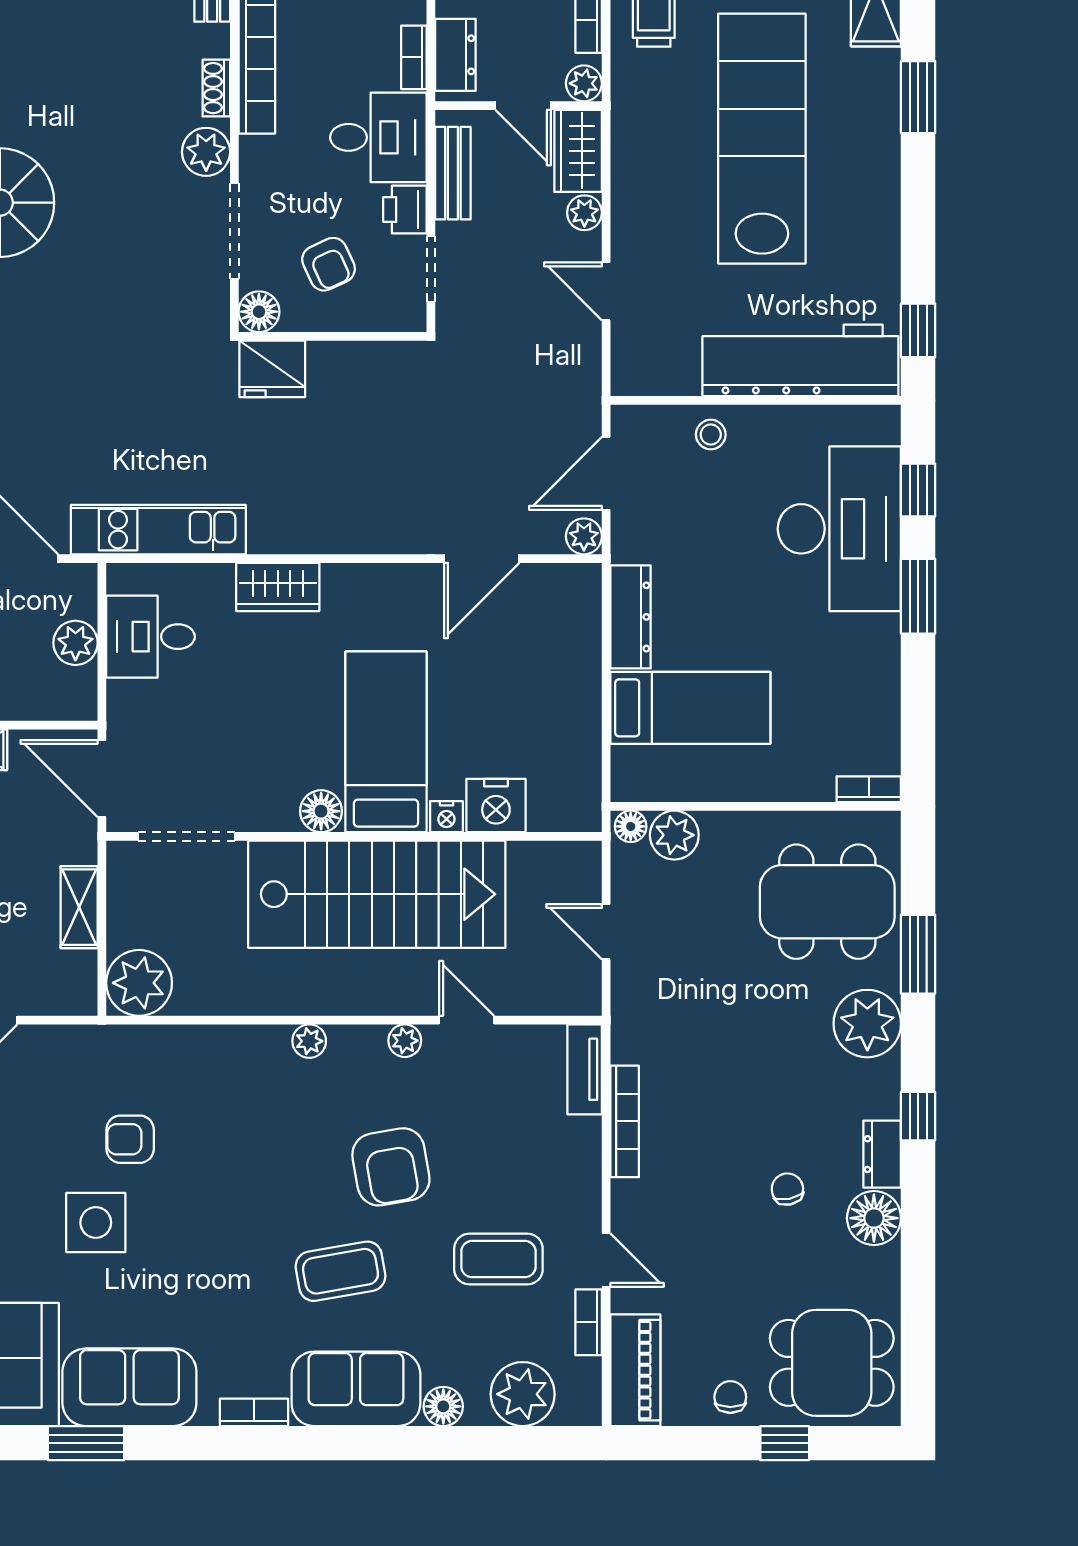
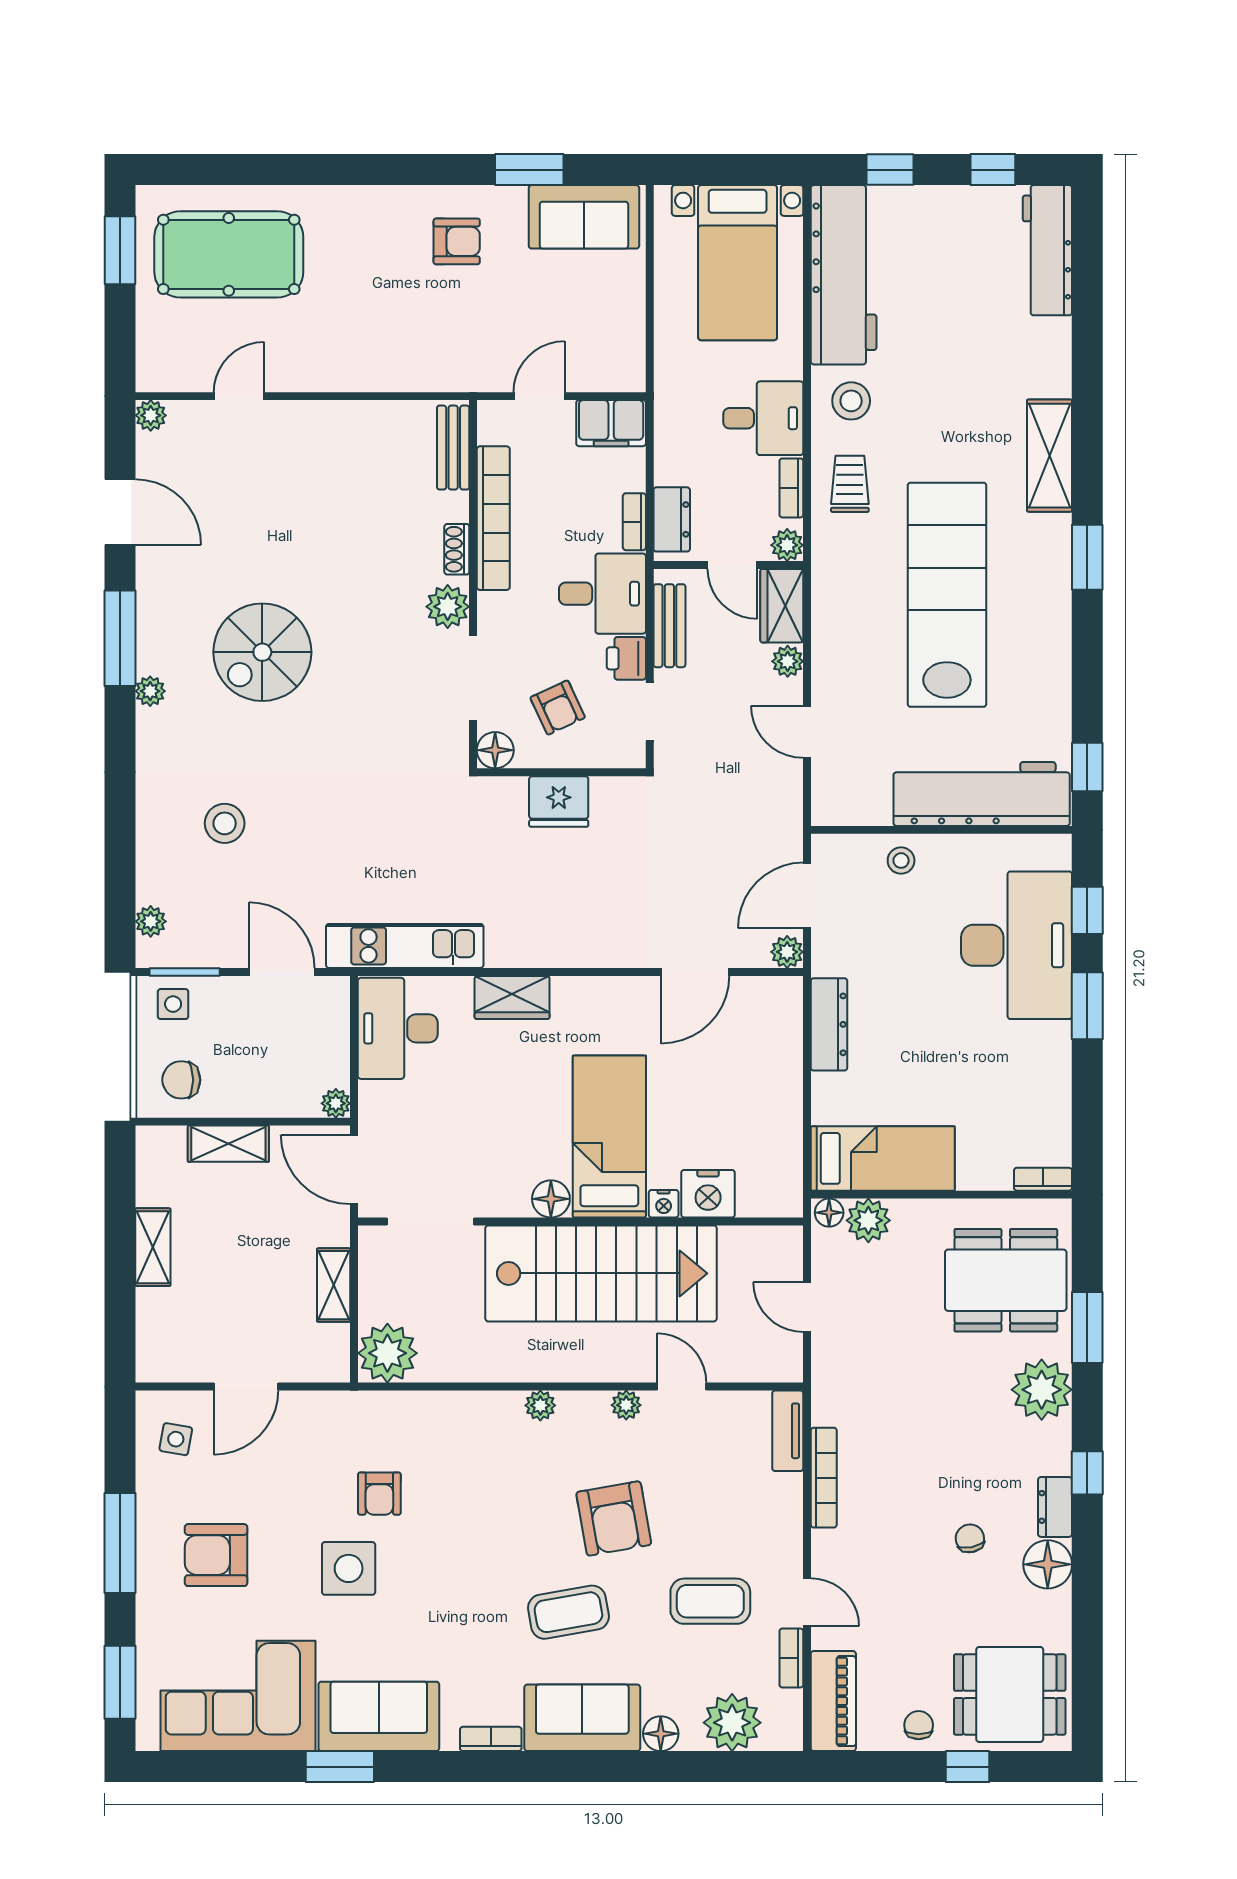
fridge: (272, 369) -> (559, 802), moved
desk: (150, 637) -> (398, 1028), width x1.37
plant: (75, 643) -> (336, 1103), moved, width x0.73, depth x0.73
bed: (690, 708) -> (883, 1158), moved
armchair: (130, 1139) -> (379, 1494), turned -90

